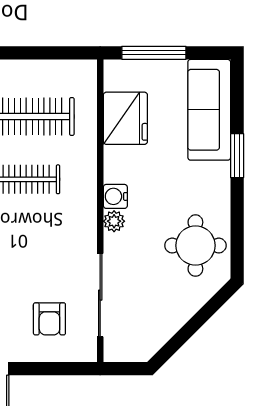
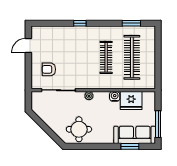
window: (154, 53) -> (158, 124), moved
window: (237, 156) -> (130, 146), moved
water cooler: (115, 196) -> (115, 96), moved

